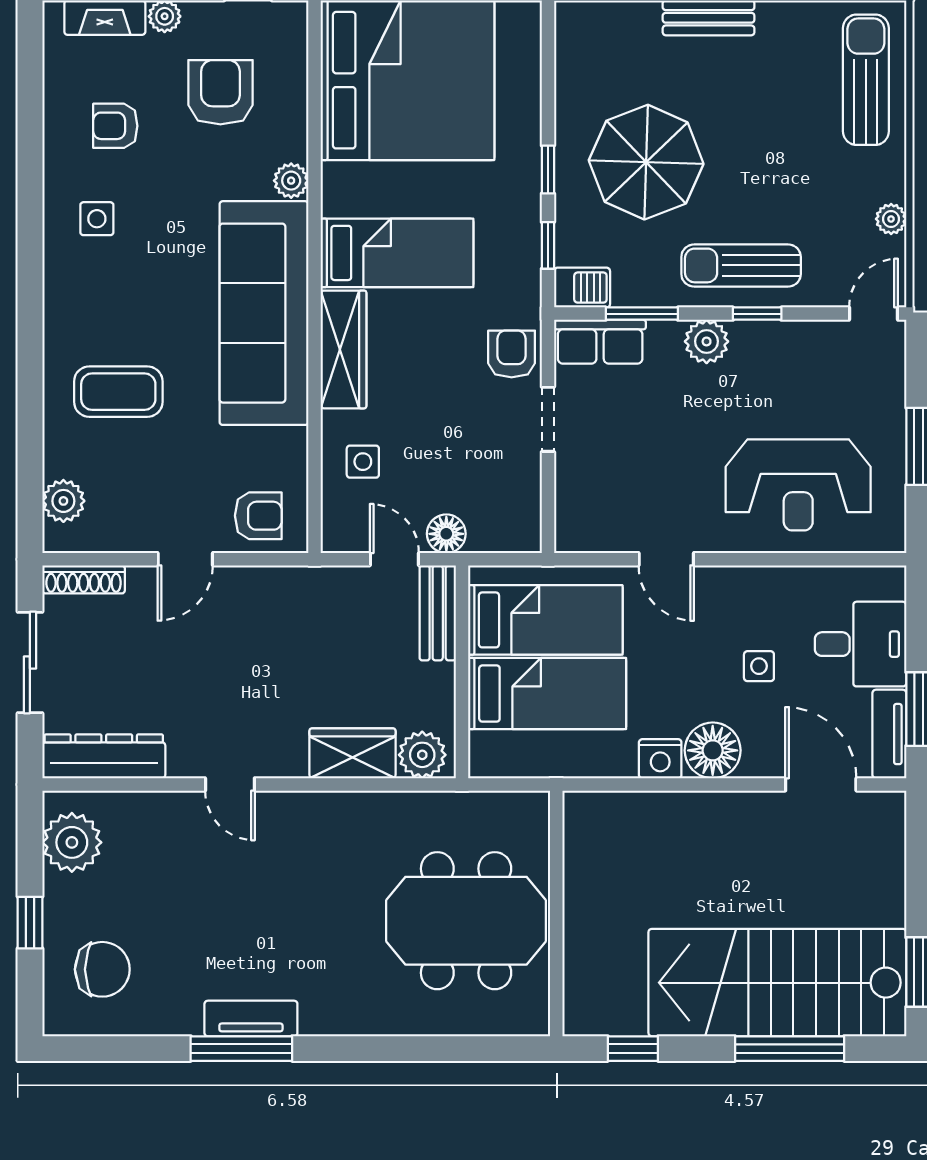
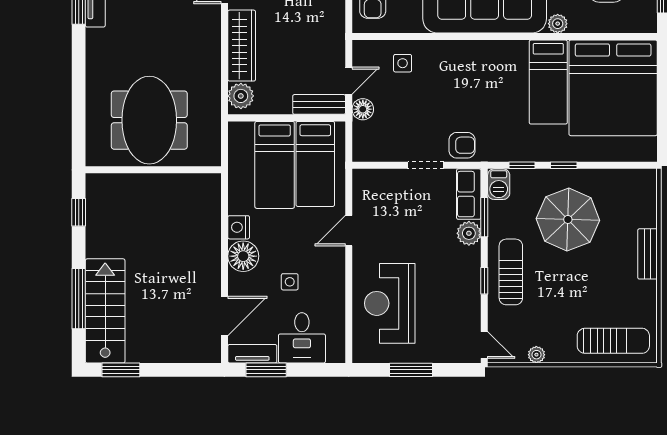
bed: (397, 253) -> (548, 82), moved
plant: (707, 341) -> (469, 233), moved
wardrobe: (344, 349) -> (464, 52), removed
wardrobe: (352, 753) -> (242, 46), width x1.50
stairs: (777, 983) -> (105, 311), width x0.73, depth x0.66

